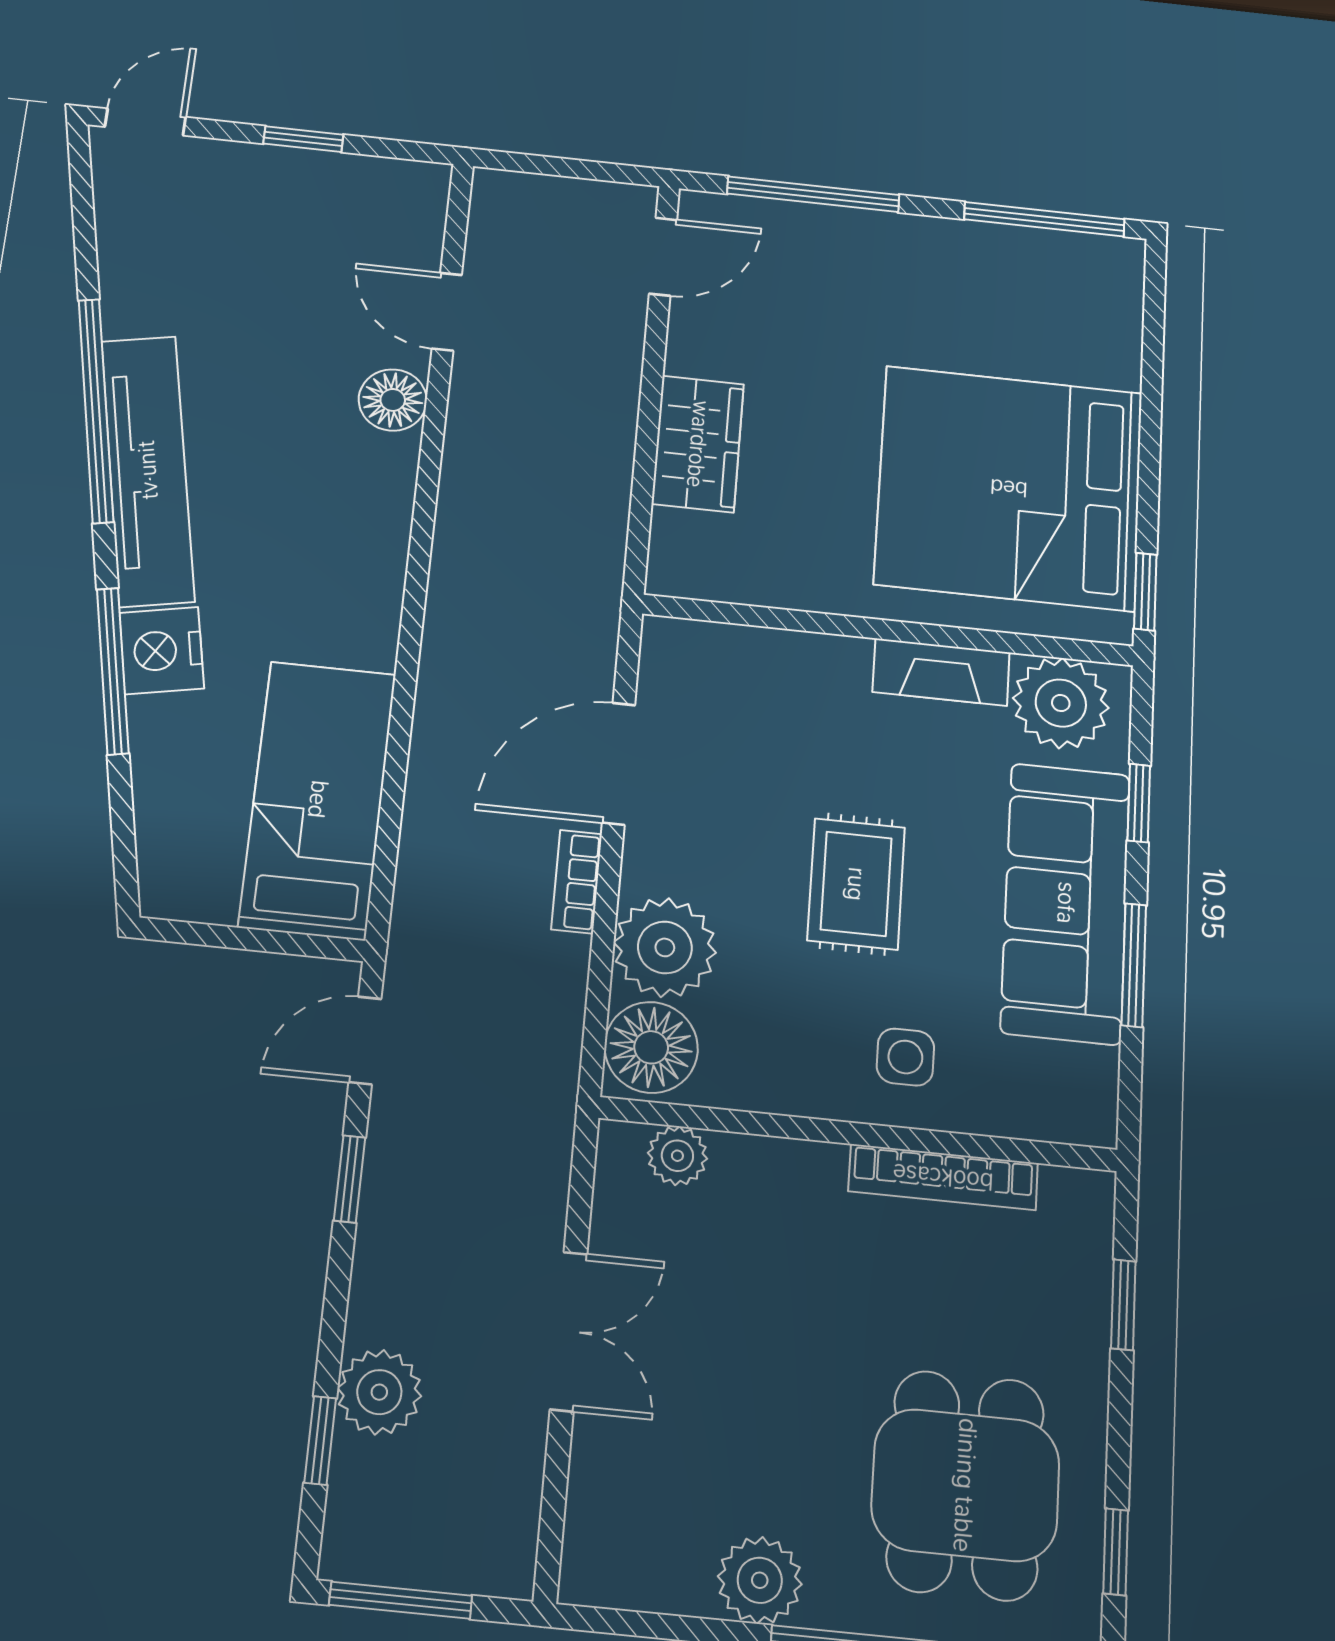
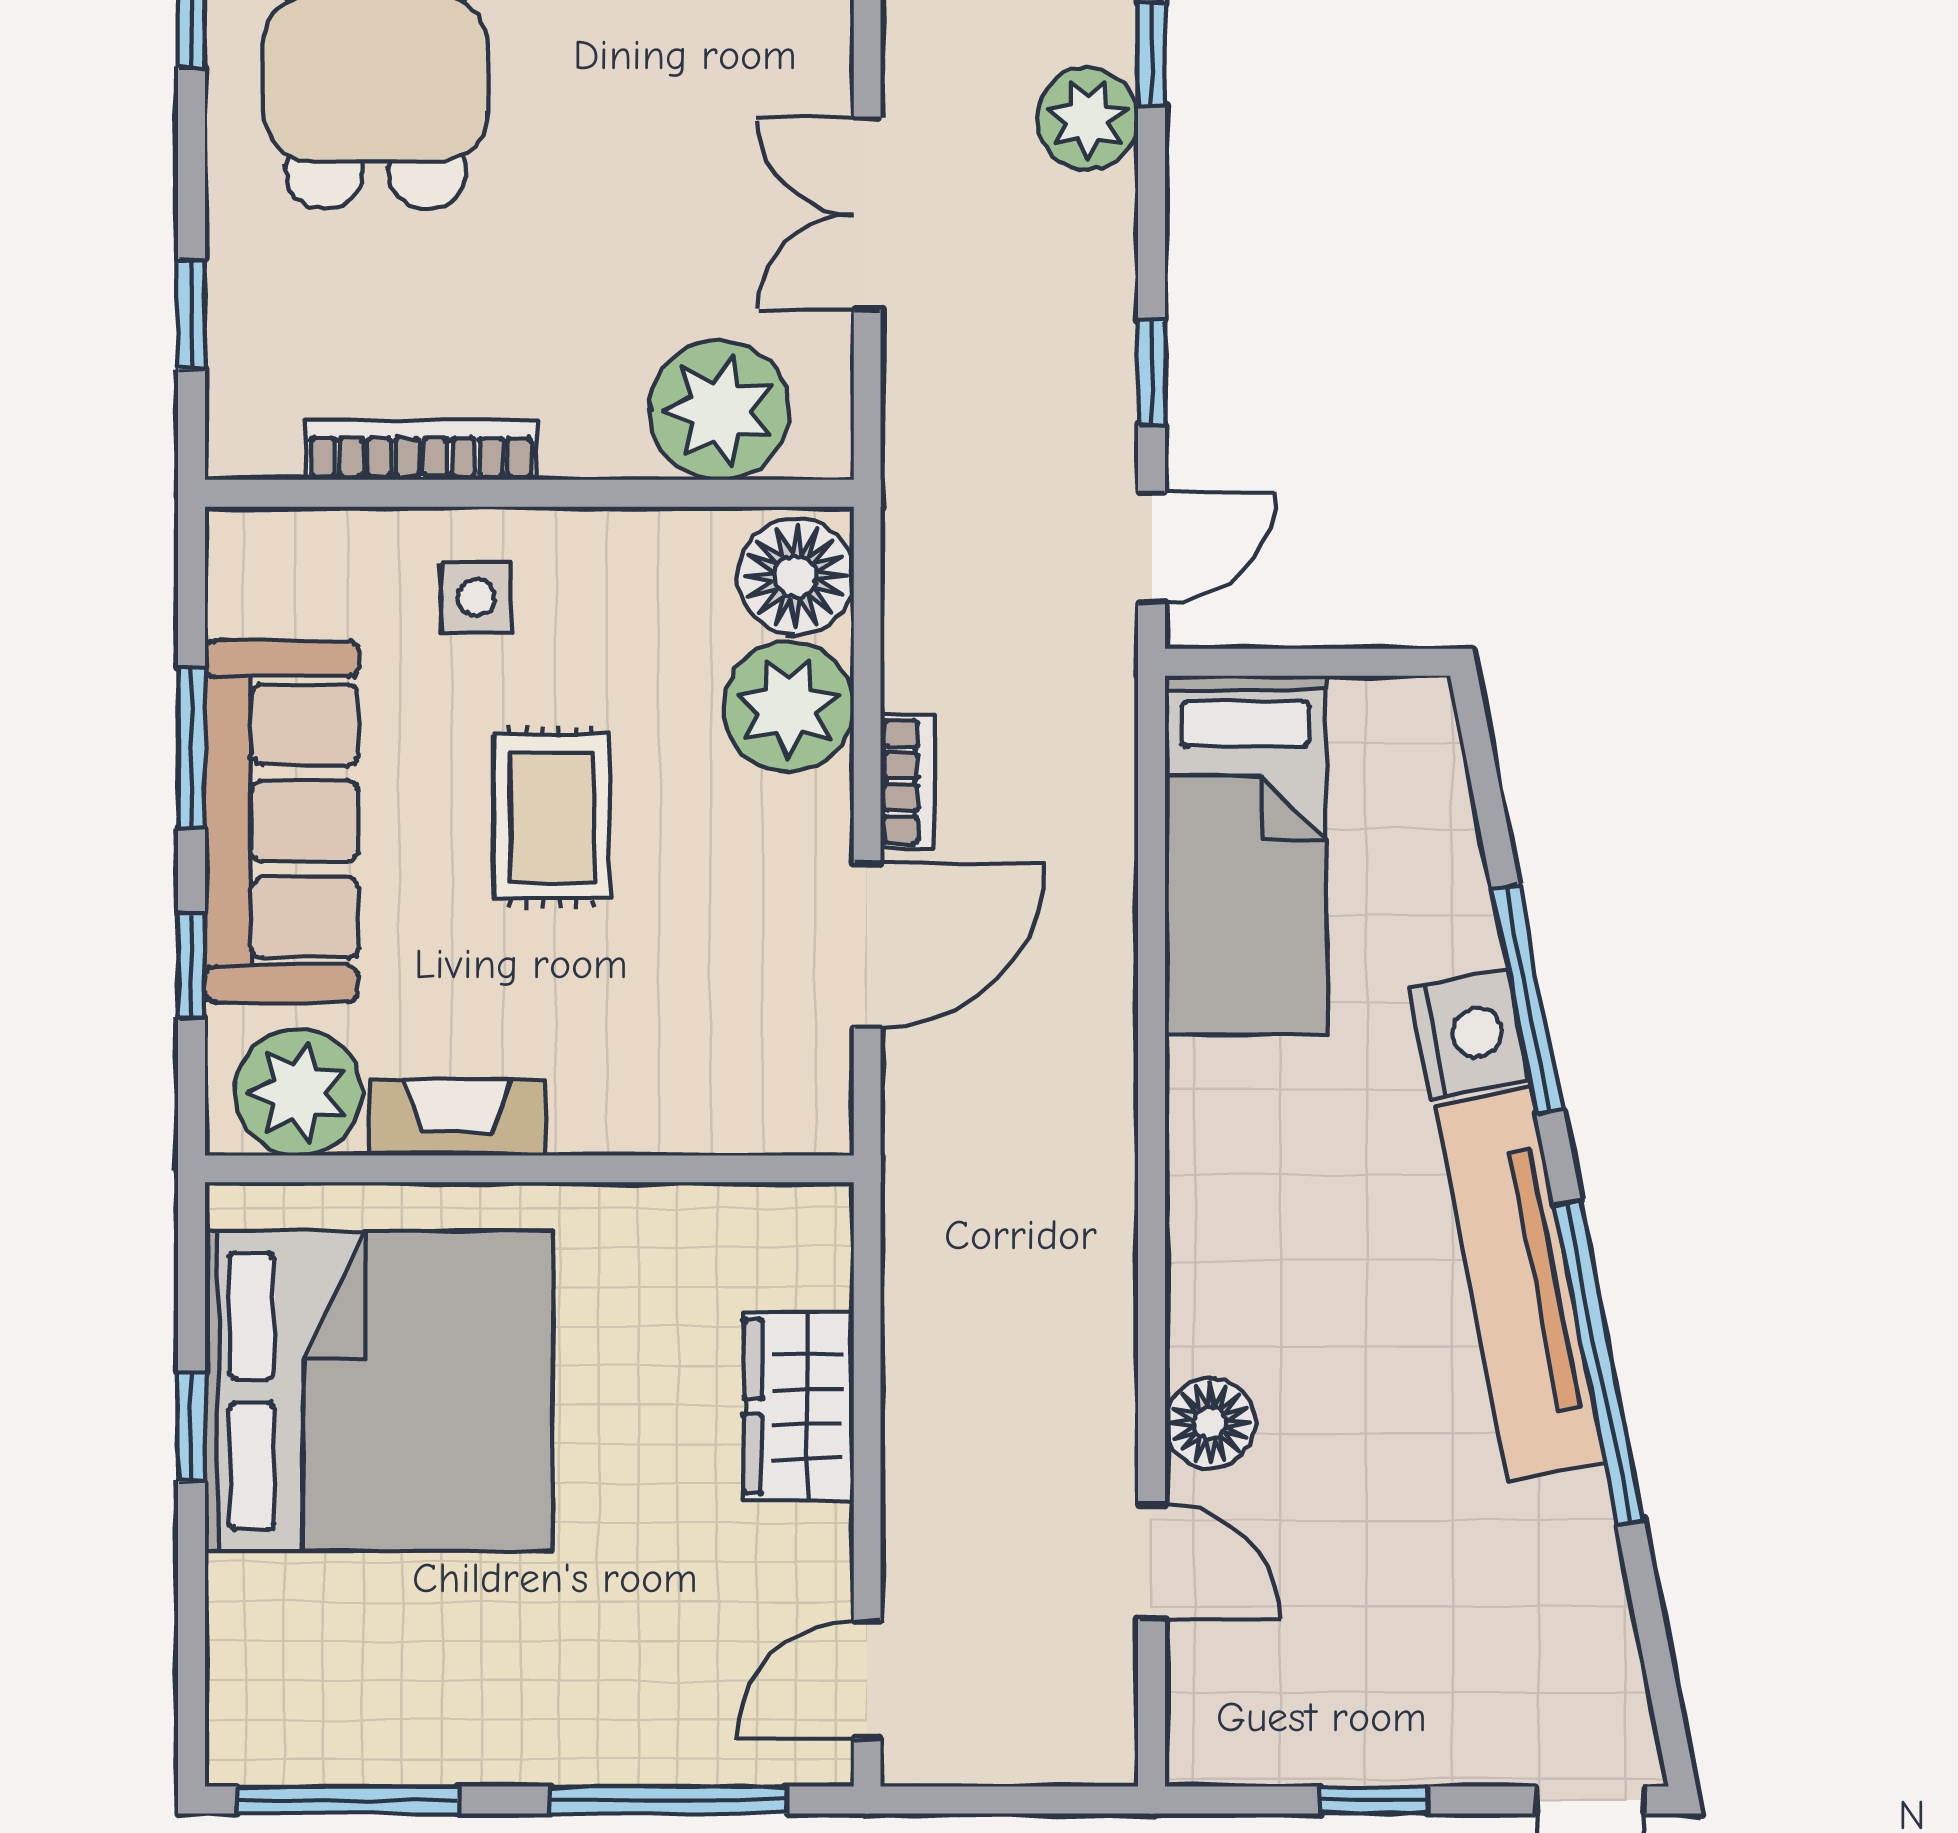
window: (1145, 592) -> (192, 1427), moved
plant: (677, 1156) -> (720, 410), width x1.88, depth x1.88

